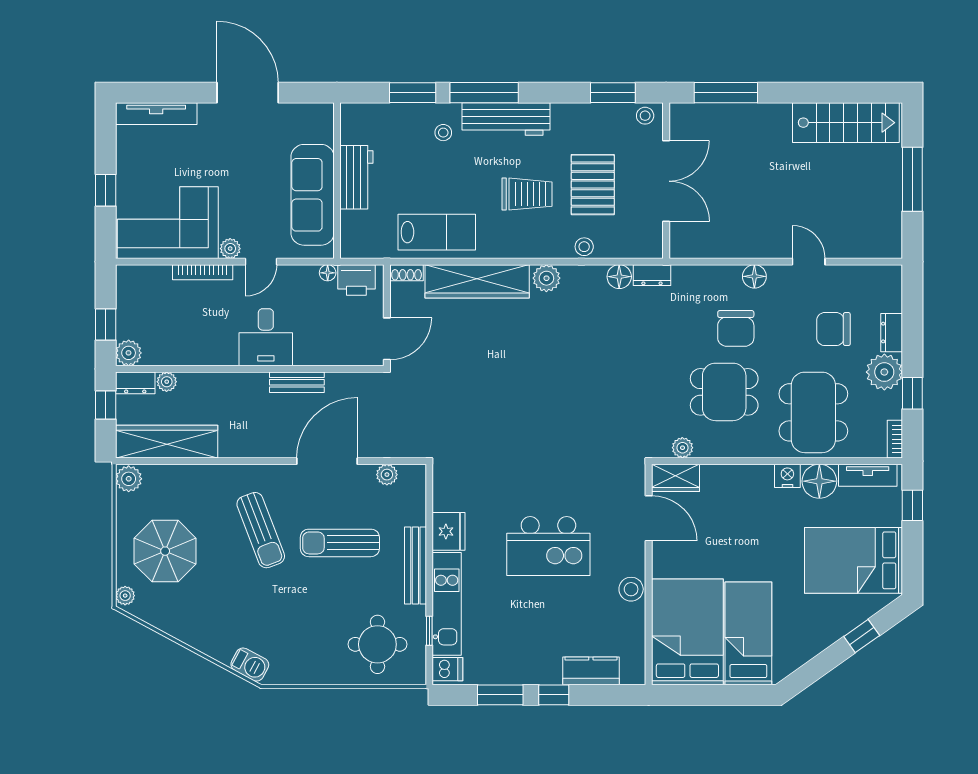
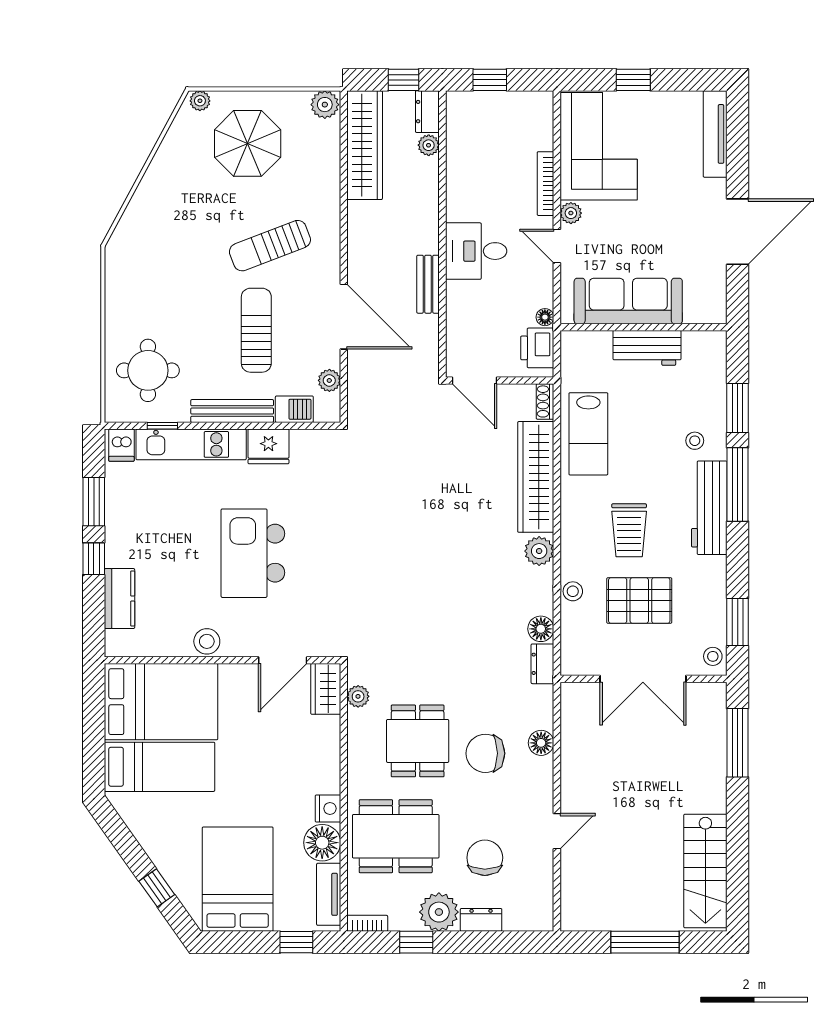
floor lamp: (754, 276) -> (541, 743), moved
plant: (129, 353) -> (459, 104), removed
barbecue: (250, 665) -> (294, 409), moved, turned -118

